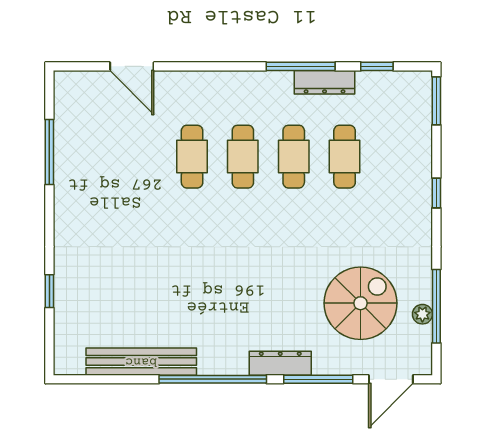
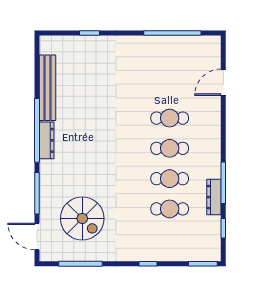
window: (49, 152) -> (172, 33), width x1.46
plant: (422, 314) -> (76, 255), removed
dresser: (280, 363) -> (47, 140), moved

